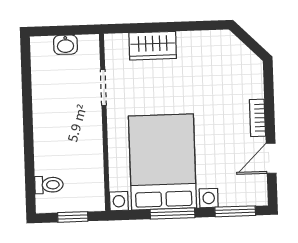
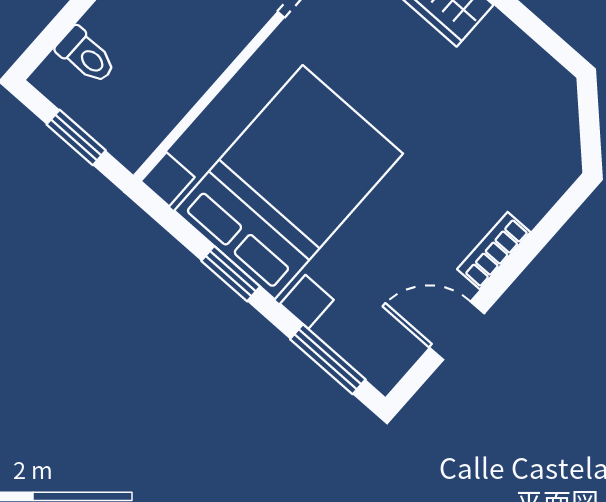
window: (173, 213) -> (231, 274), width x0.67

